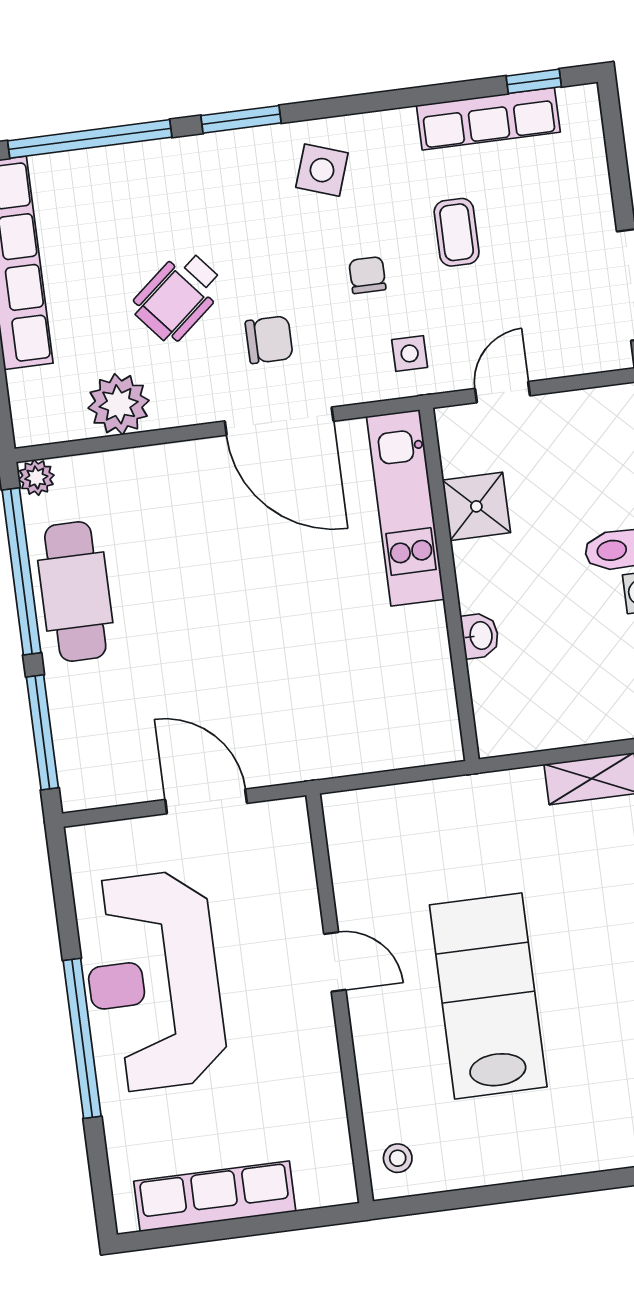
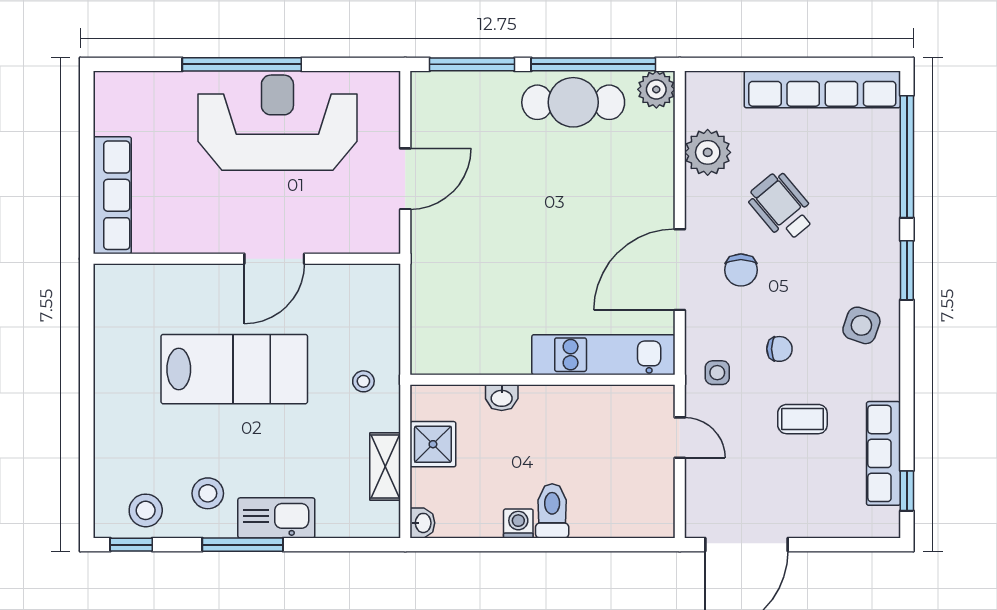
plant: (36, 478) -> (656, 89), width x1.38, depth x1.38
shower: (476, 506) -> (433, 444), moved
door: (335, 962) -> (274, 259), width x1.38
stool: (398, 1158) -> (363, 381), moved
row of seats: (215, 1196) -> (112, 195), moved

